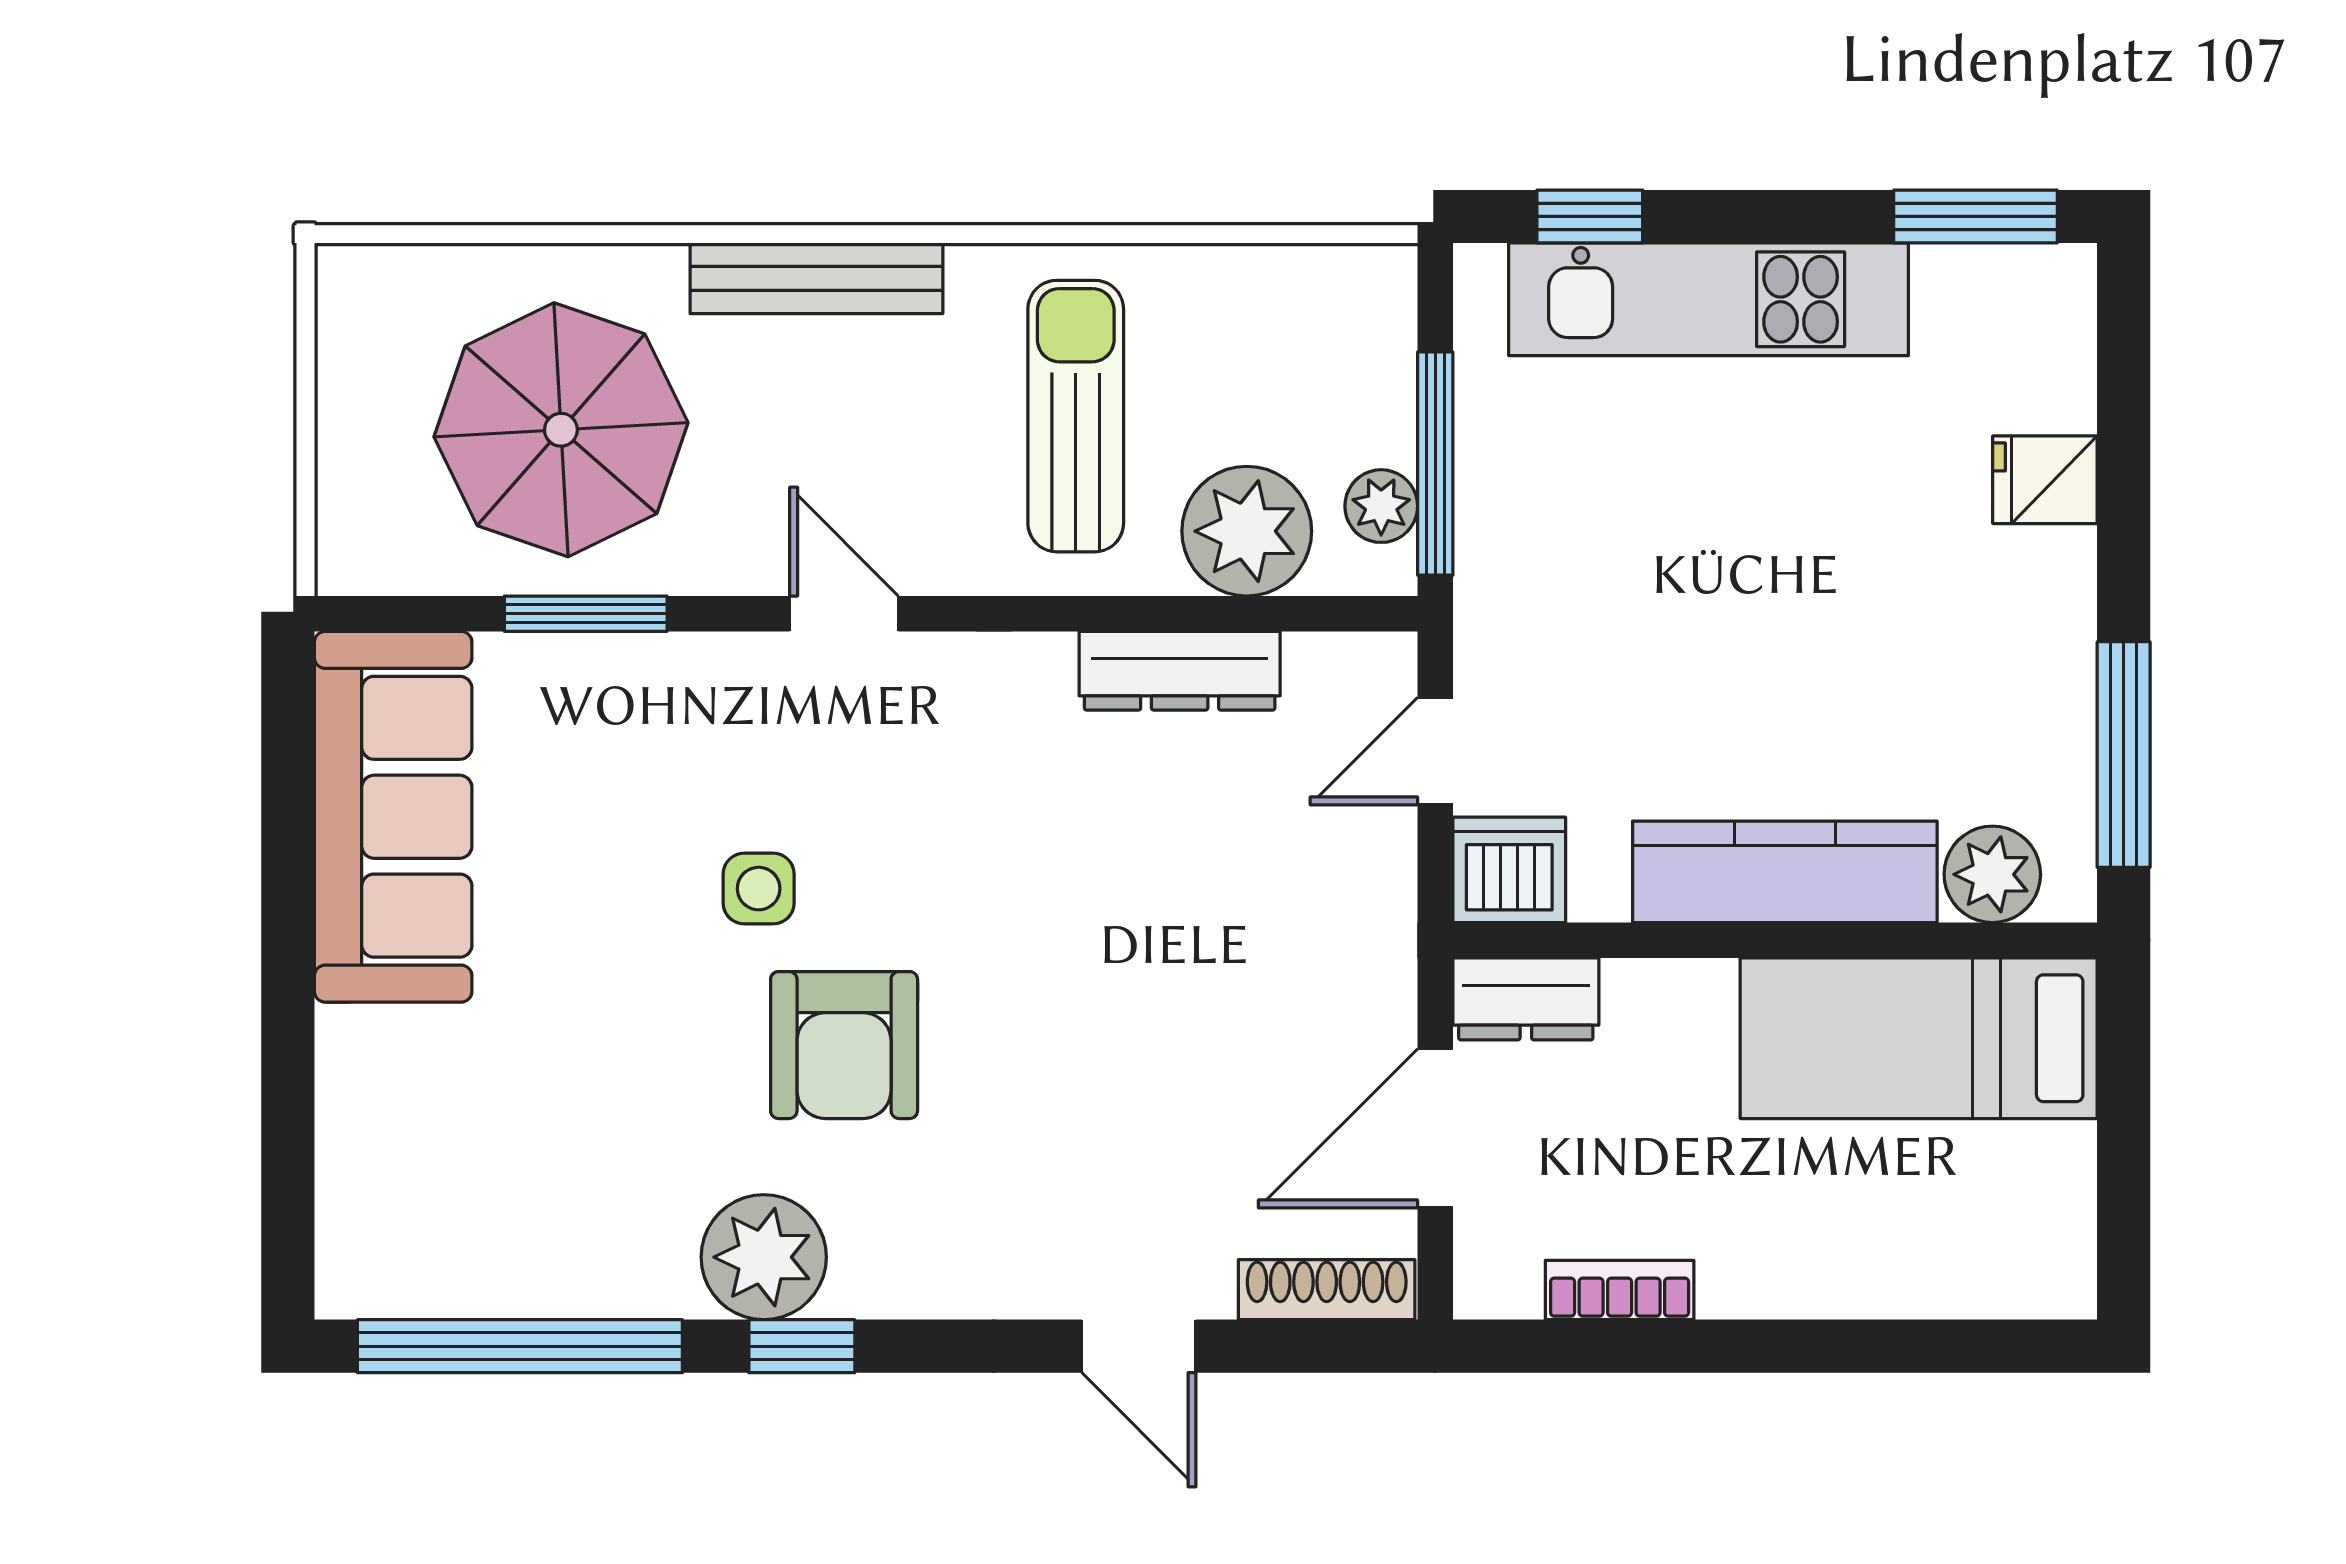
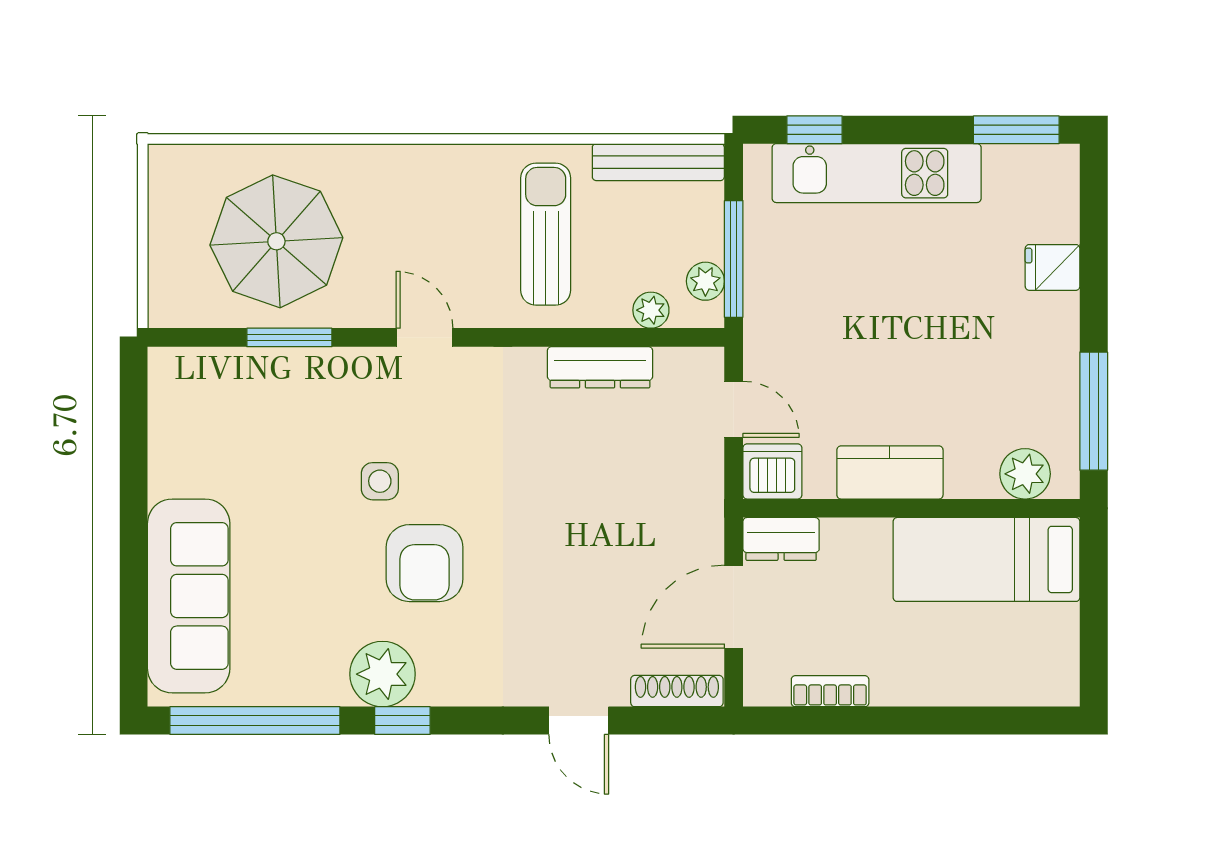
bench: (816, 278) -> (658, 162), moved
plant: (1247, 531) -> (651, 310), width x0.53, depth x0.53
door: (1435, 751) -> (734, 409), swing flipped
sofa: (393, 817) -> (189, 596), moved
kitchen counter: (1785, 872) -> (890, 472), width x0.67

